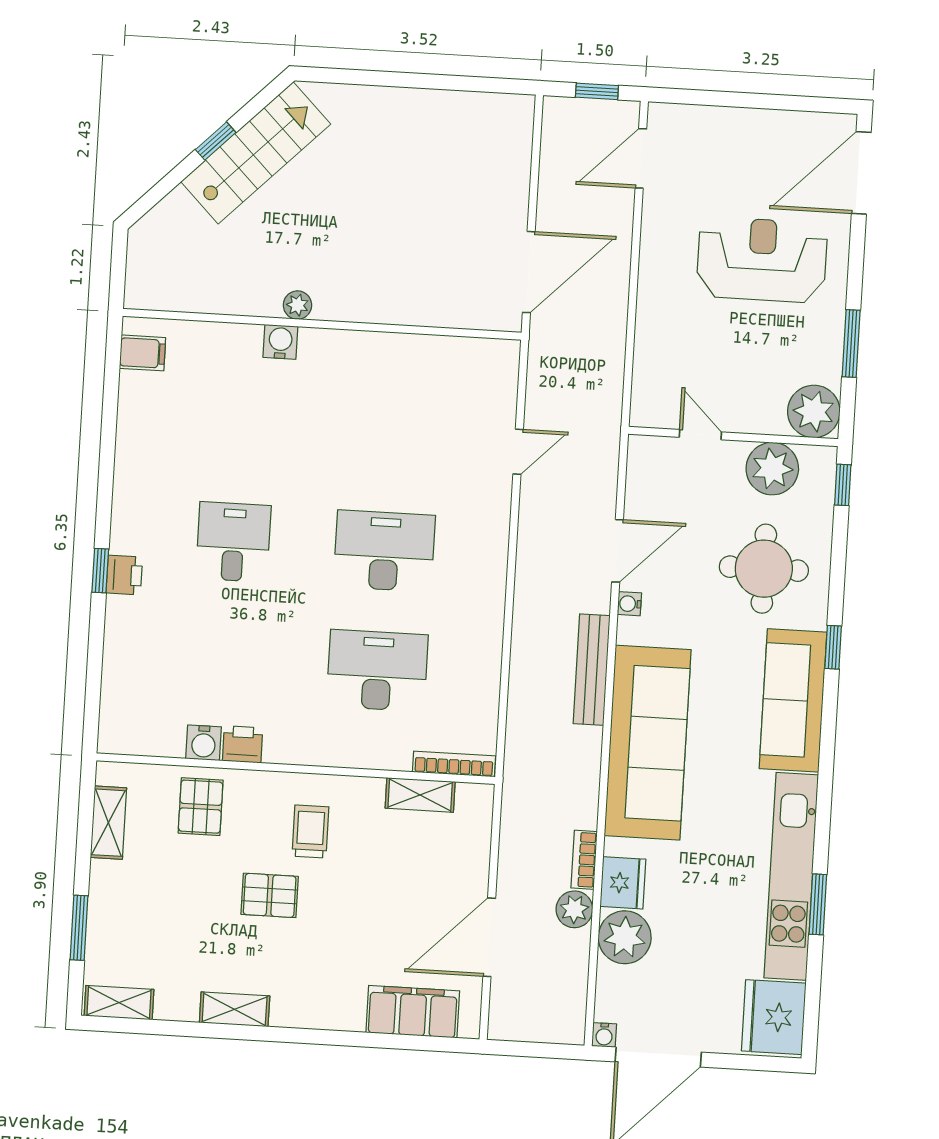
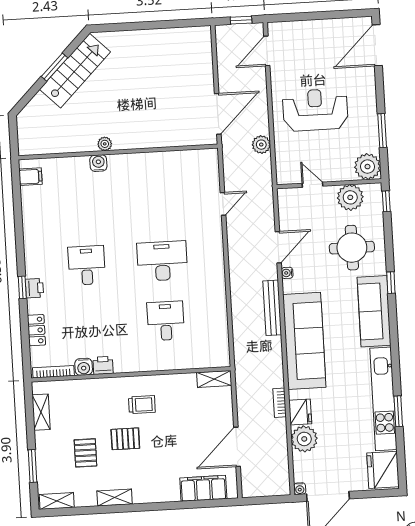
window: (216, 141) -> (55, 67), width x1.50
reception desk: (762, 260) -> (315, 110), moved
locker: (118, 659) -> (36, 330), added
desk: (377, 671) -> (166, 321), width x0.73
bookcase: (454, 764) -> (53, 372), moved
shelving: (420, 795) -> (214, 379), moved
pallet: (201, 807) -> (85, 453), moved
trolley: (310, 831) -> (142, 405), turned 90
plant: (574, 909) -> (261, 145), moved

